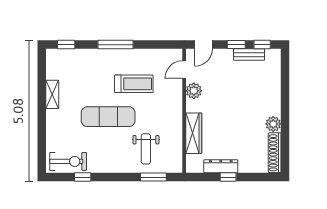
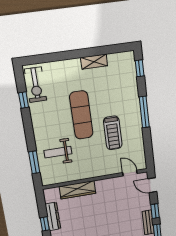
plant: (194, 91) -> (113, 184), removed

